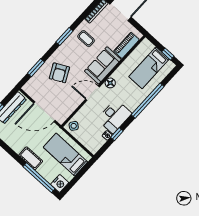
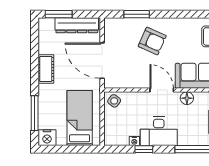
window: (64, 37) -> (191, 14), removed
armchair: (59, 73) -> (152, 41), turned -129
cot: (31, 158) -> (46, 69), moved
window: (39, 178) -> (35, 113), width x0.68

